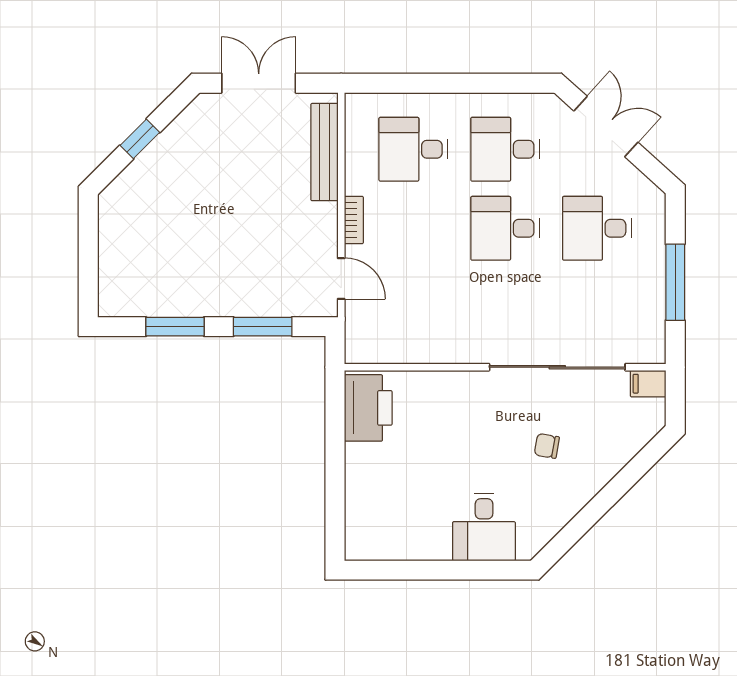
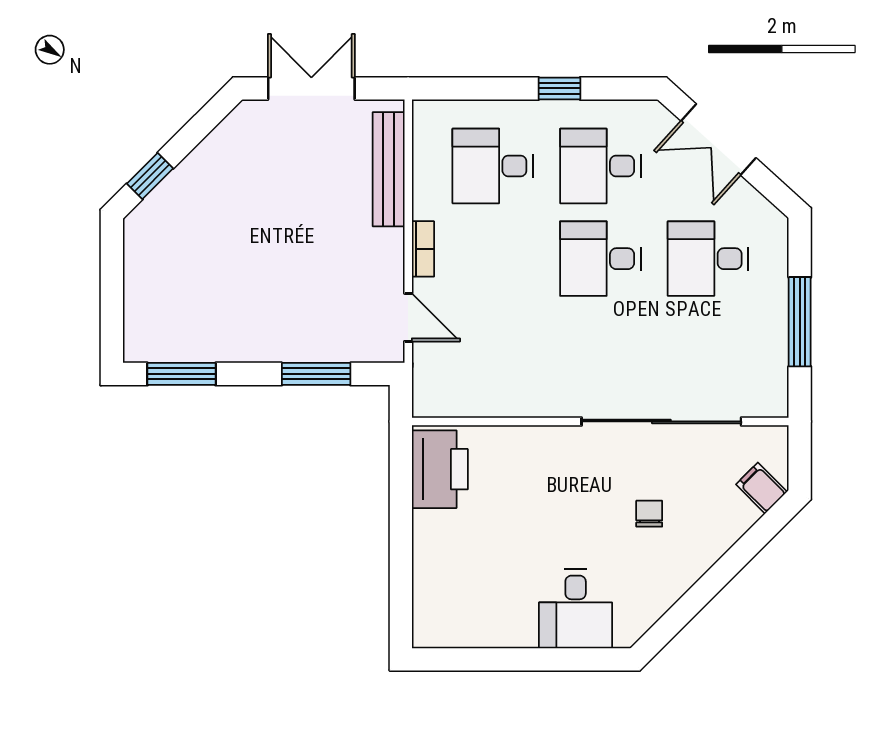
window: (470, 83) -> (559, 88), added
double door: (606, 127) -> (718, 139), swing flipped
window: (140, 139) -> (150, 176), moved
window: (175, 327) -> (181, 374), moved
filing cabinet: (648, 384) -> (761, 488), moved, turned 45
chair: (547, 446) -> (649, 514), turned 80

